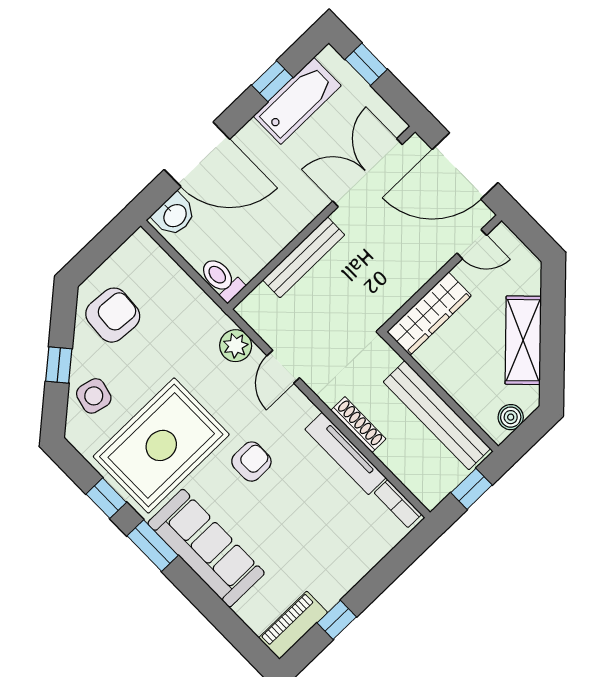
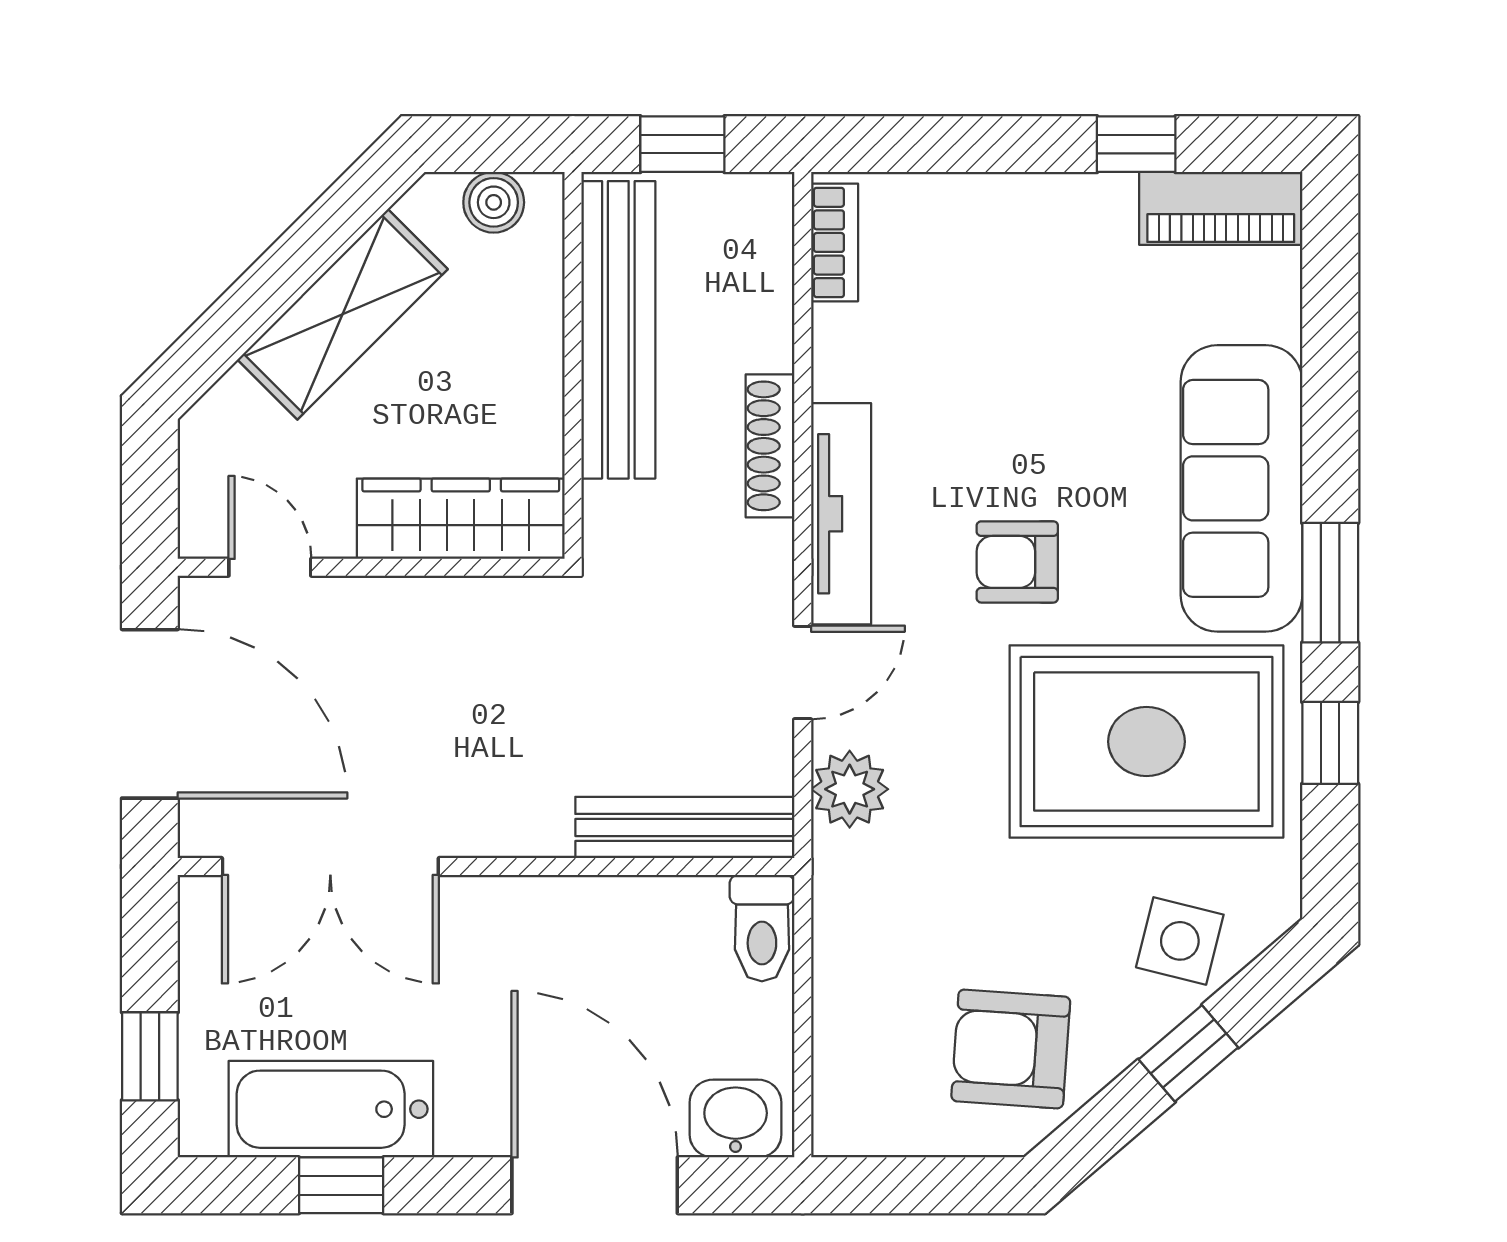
bench: (304, 257) -> (685, 827), moved
tv unit: (345, 453) -> (841, 514), moved

